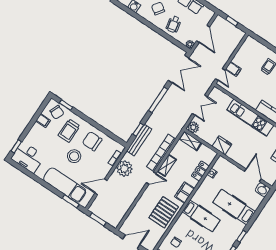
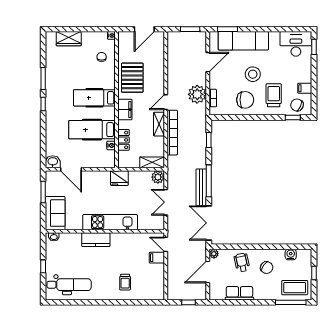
door: (203, 34) -> (208, 272), hinge flipped
bench: (139, 140) -> (201, 187), moved
hospital bed: (234, 207) -> (92, 130), moved, turned 180

